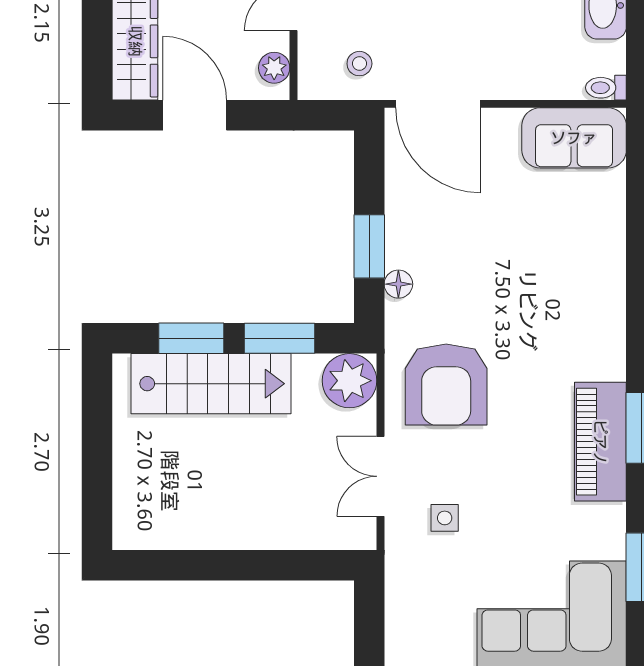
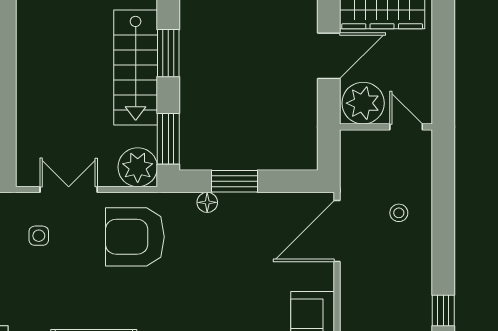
stool: (359, 64) -> (399, 213), moved
plant: (274, 68) -> (363, 103), width x1.87, depth x1.87
window: (280, 338) -> (168, 139), moved

